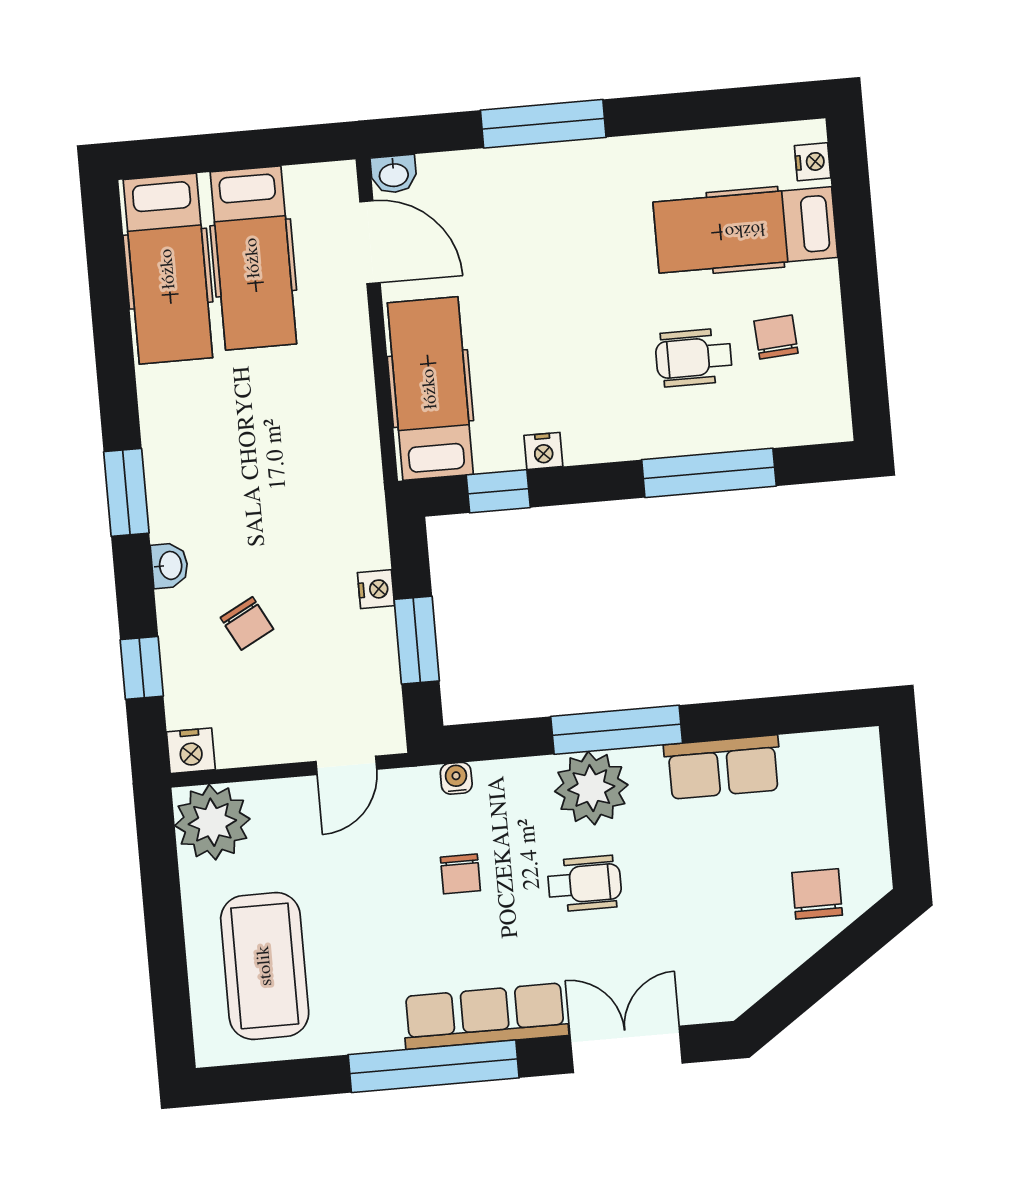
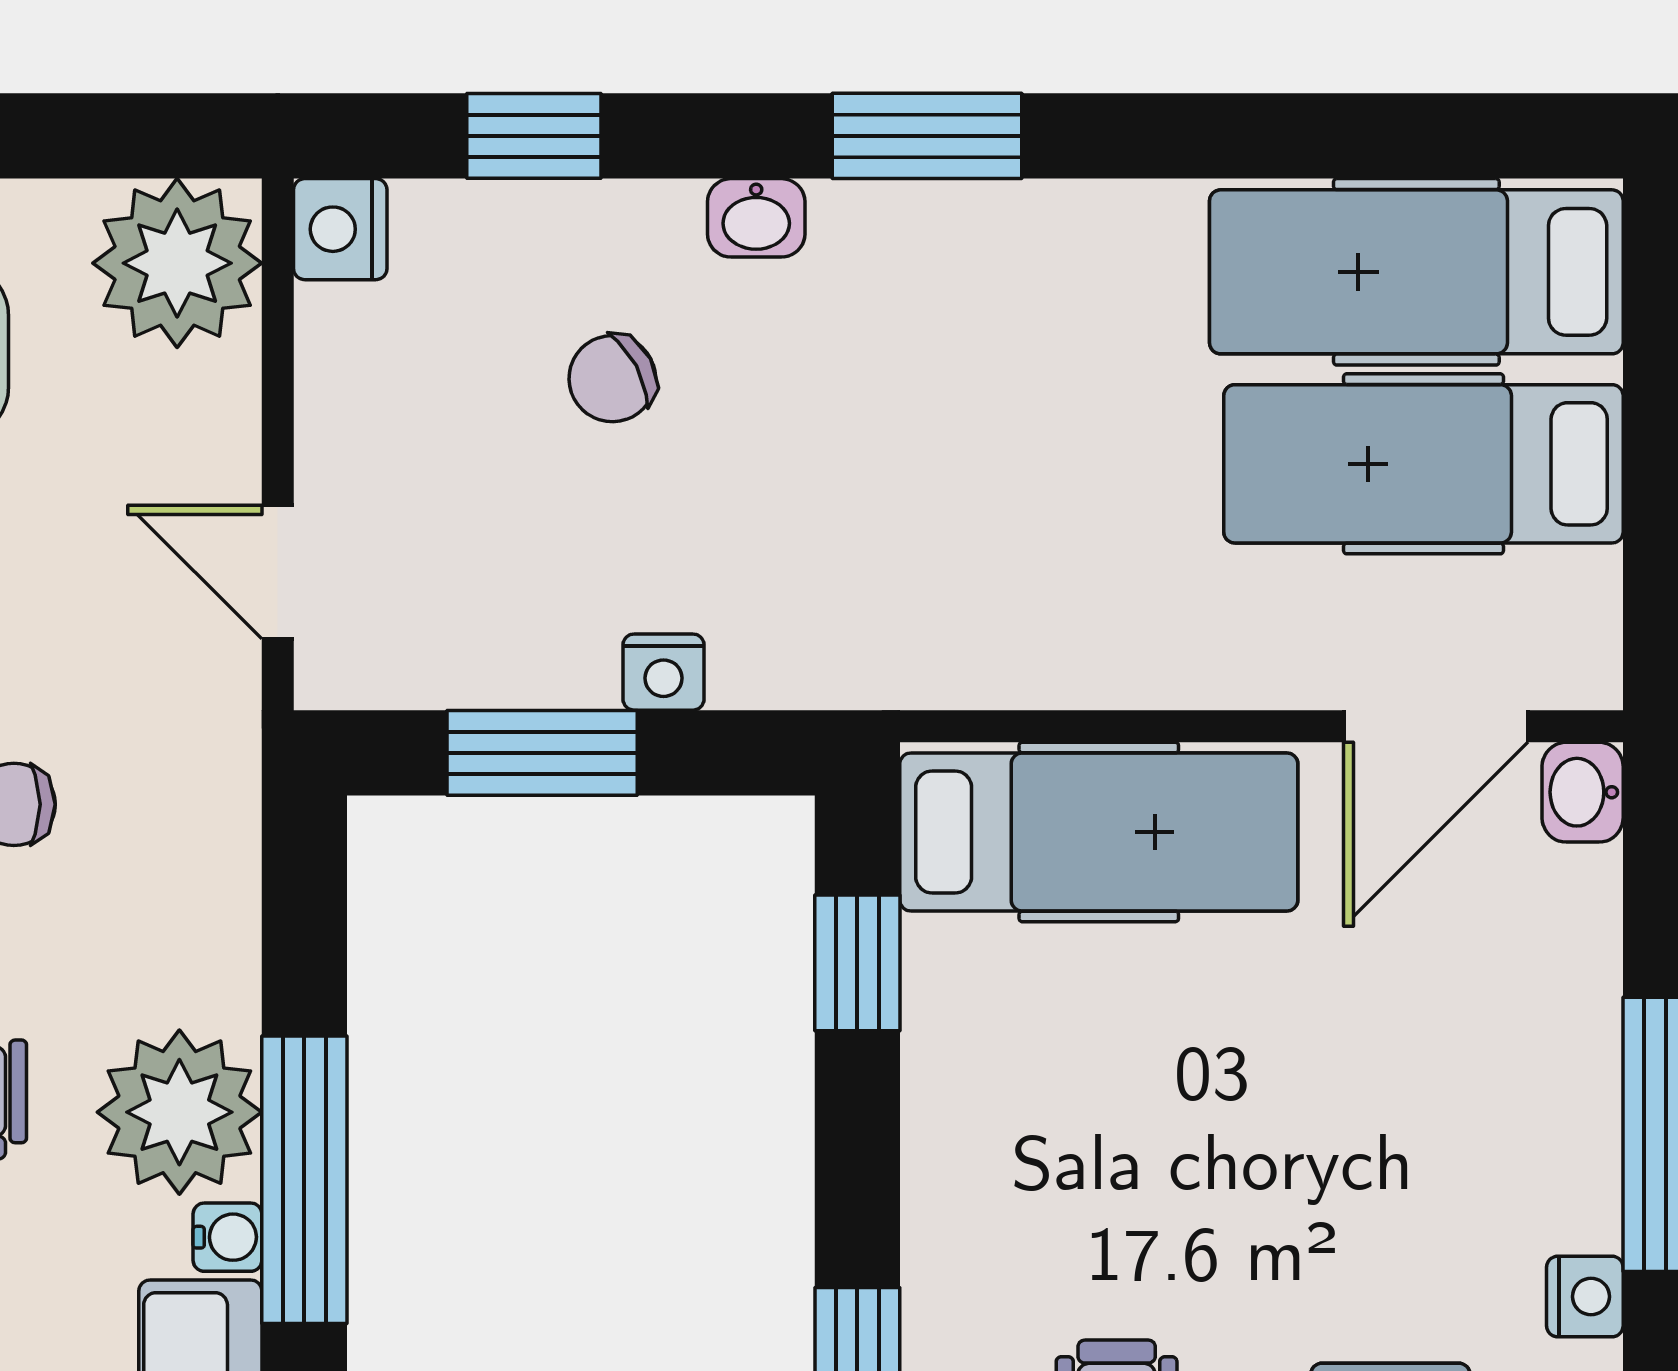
nightstand: (543, 451) -> (1585, 1297), moved, turned 180
water cooler: (456, 778) -> (227, 1237), moved

